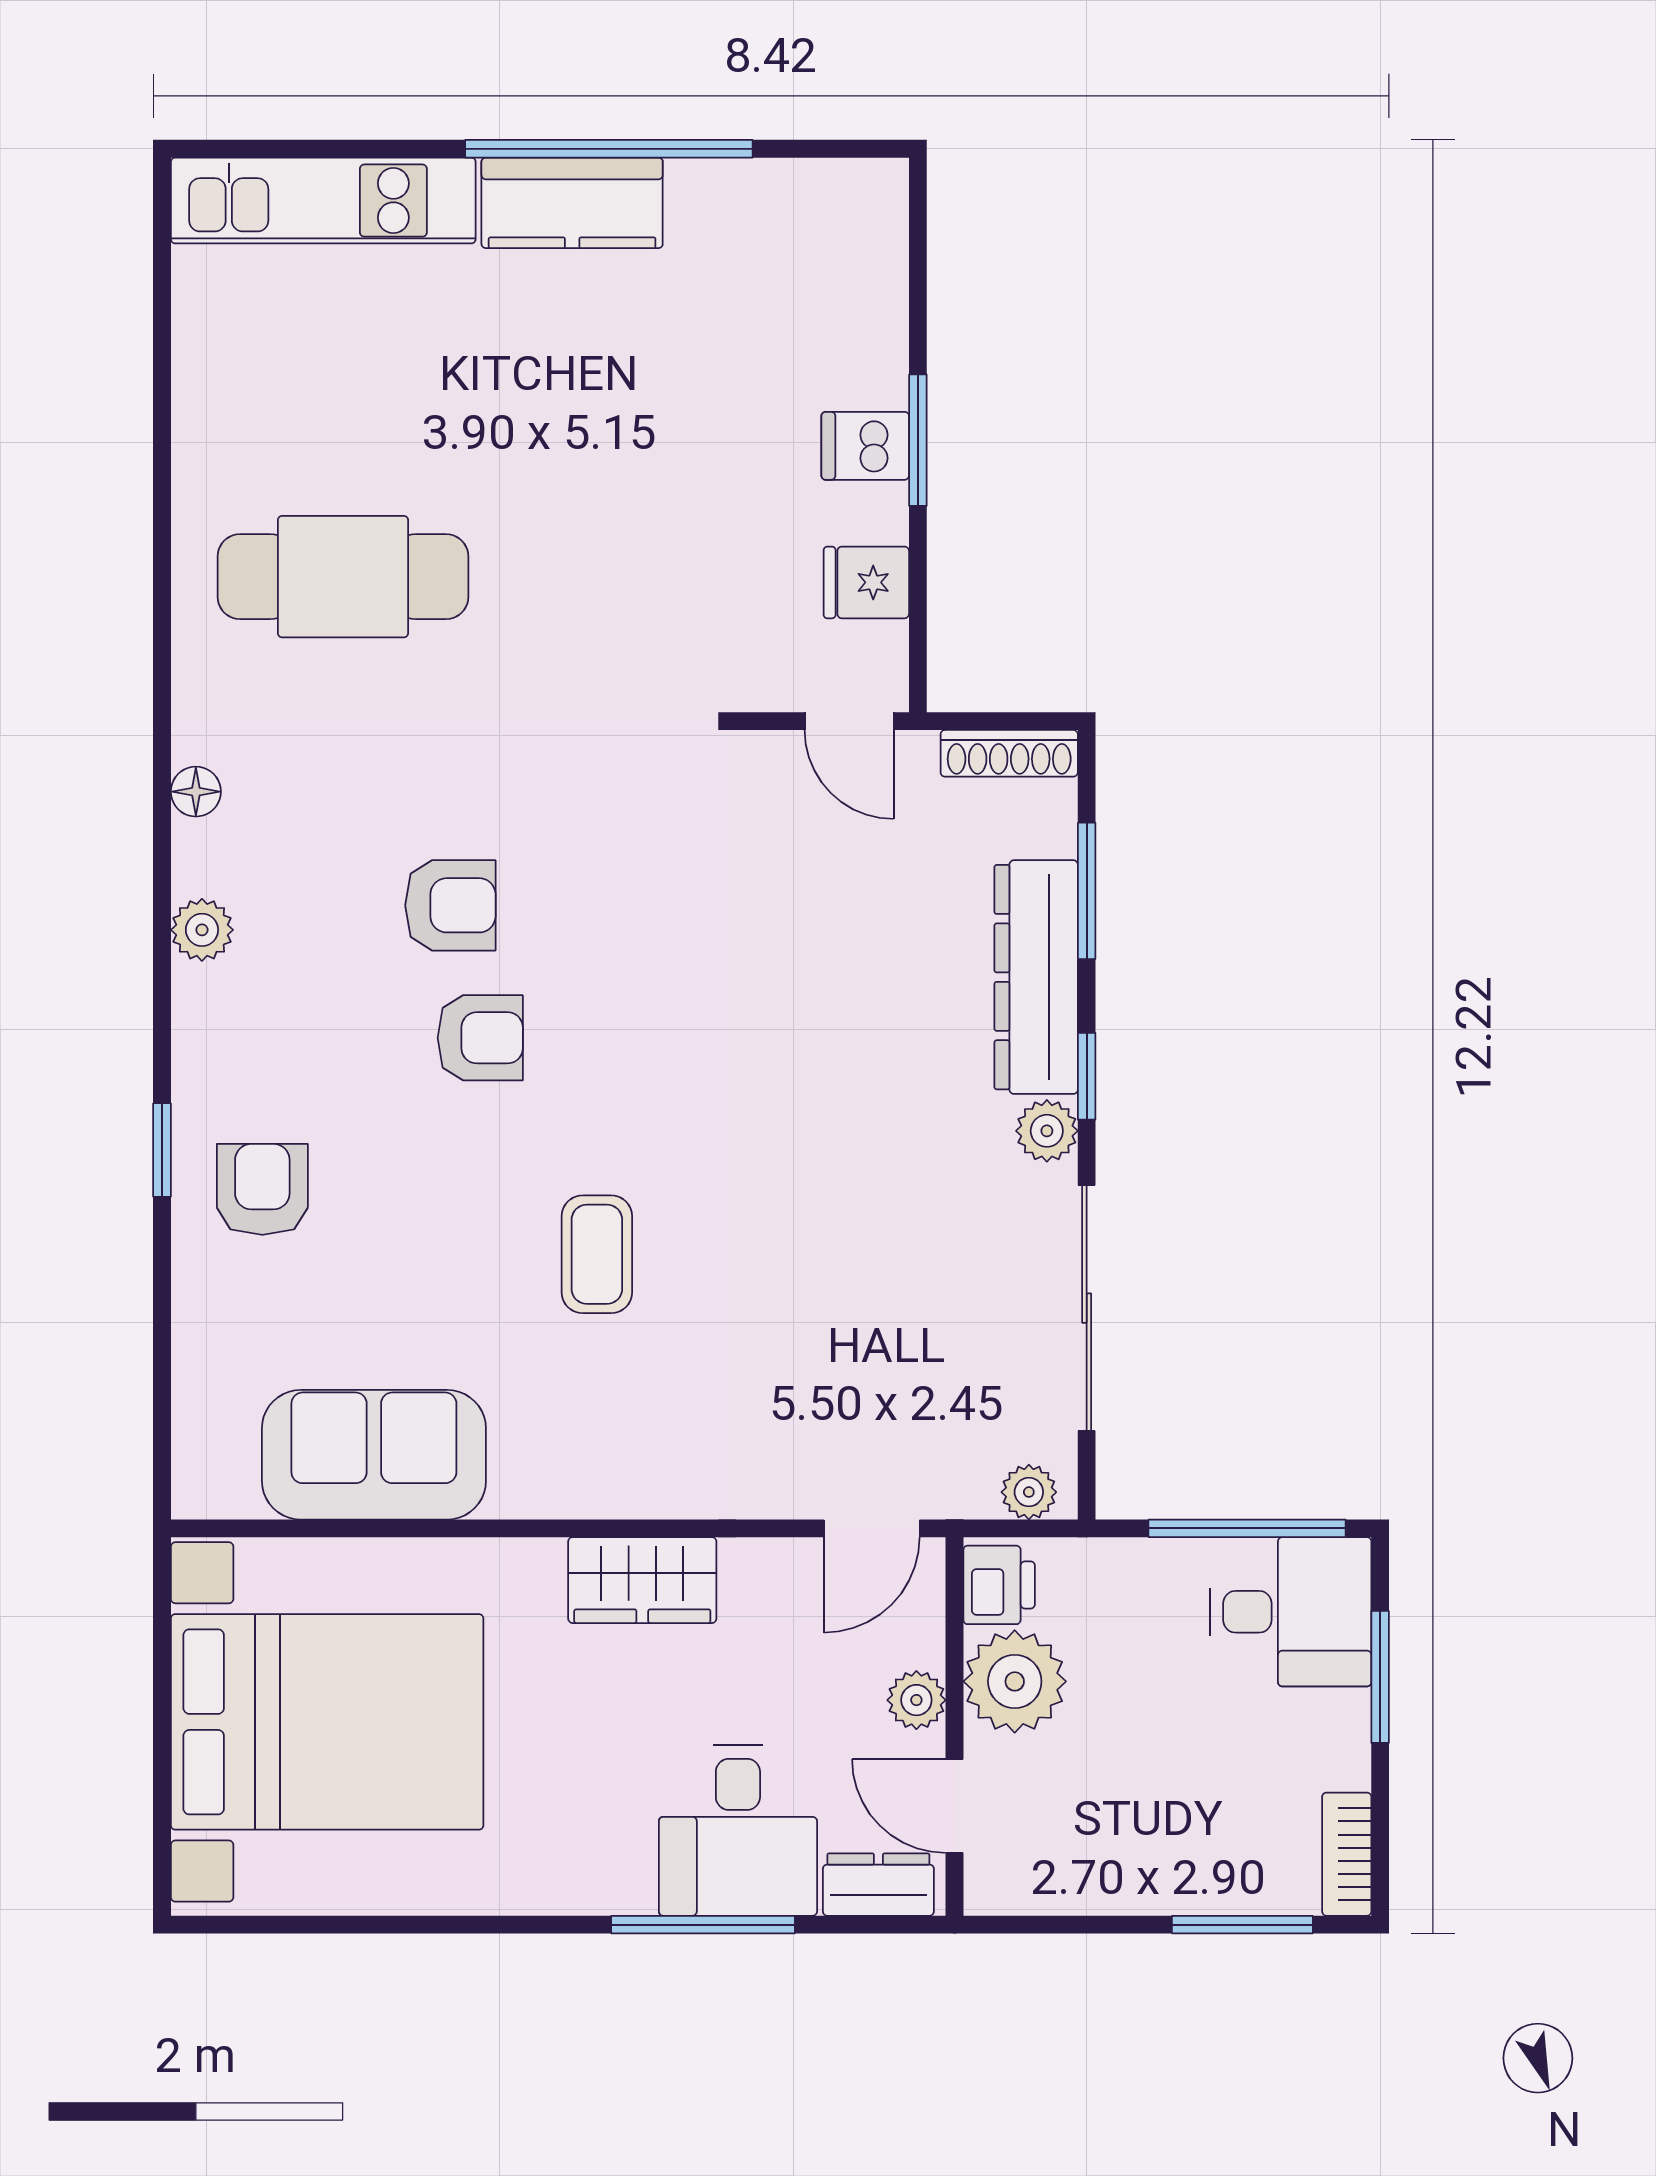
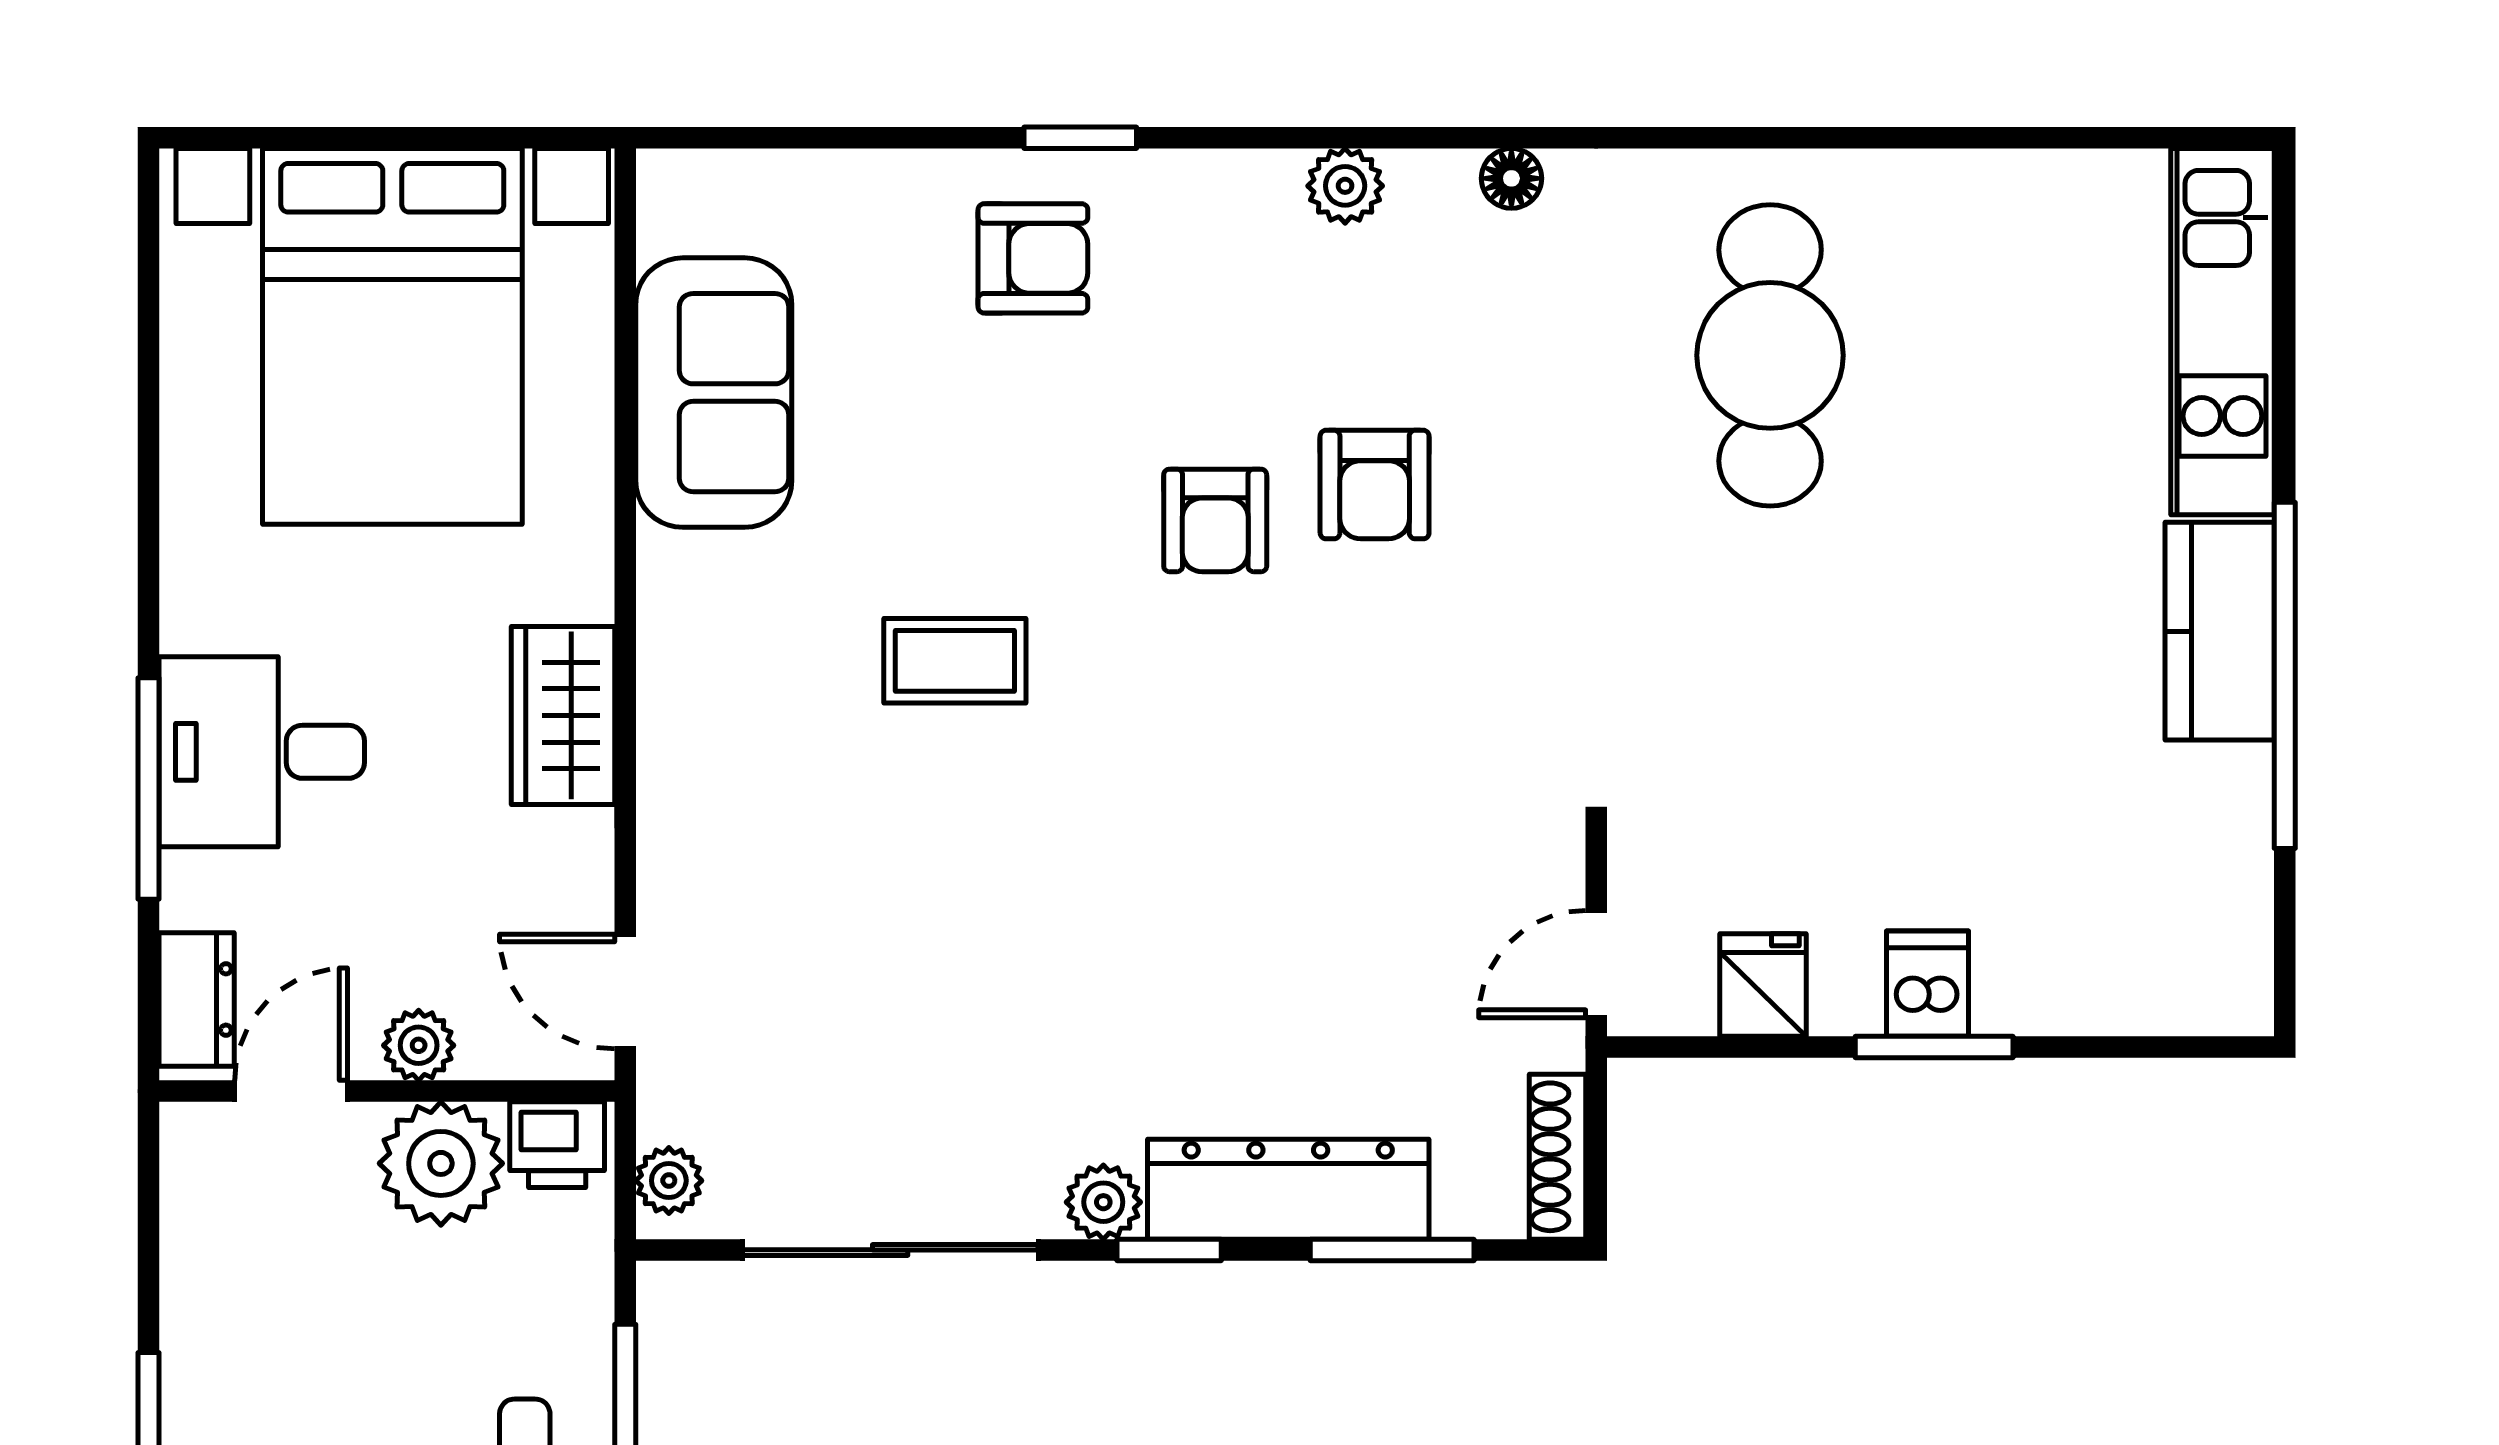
desk: (738, 1830) -> (262, 752), moved

